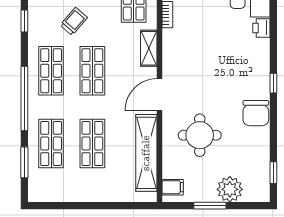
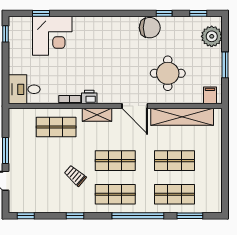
printer: (261, 28) -> (89, 97), moved, turned 180
window: (273, 83) -> (164, 13), moved
plant: (230, 189) -> (212, 36), moved

